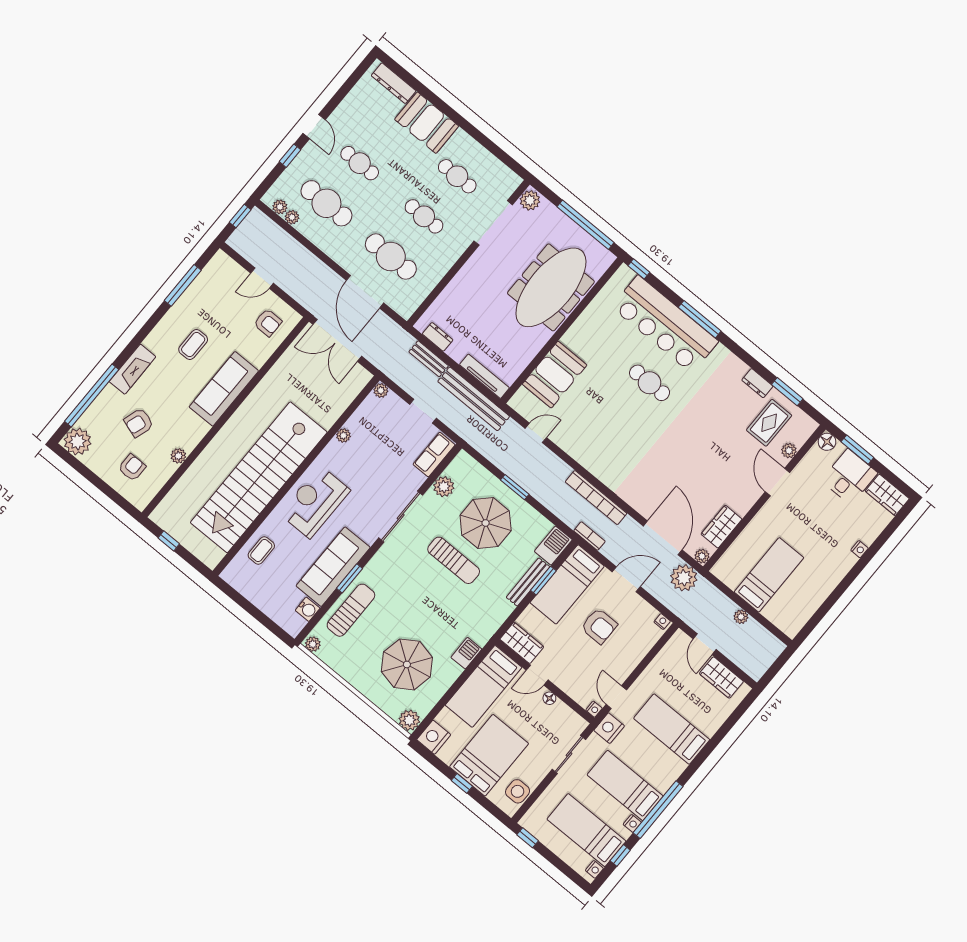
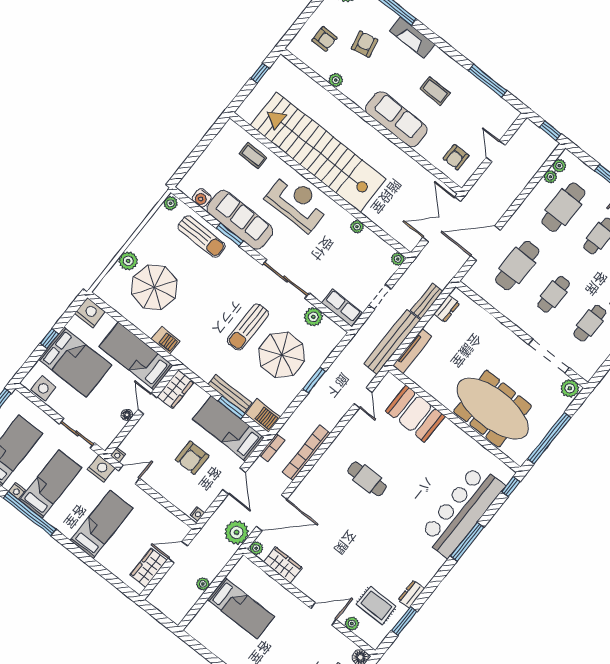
cafe table: (650, 383) -> (367, 479), moved, turned 90
armchair: (139, 423) -> (364, 44), turned 60
plant: (409, 720) -> (128, 261), moved

